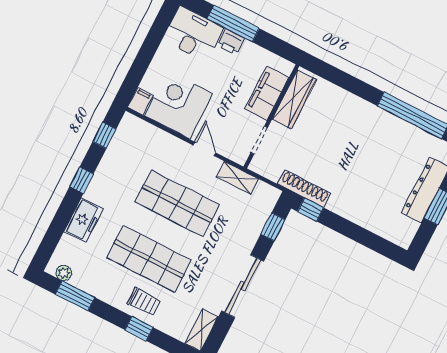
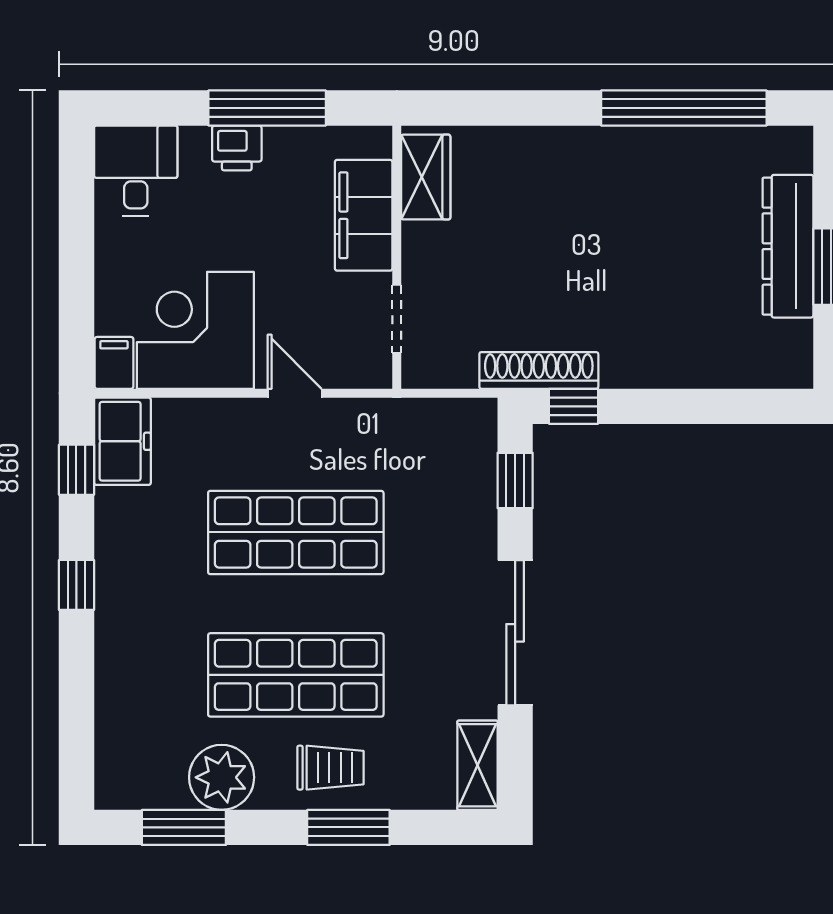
window: (233, 24) -> (267, 108), moved
desk: (193, 34) -> (136, 171), width x0.73
wardrobe: (294, 99) -> (426, 177), width x0.67
shelving: (238, 178) -> (392, 418), removed
freezer: (84, 220) -> (122, 441), moved
plant: (64, 273) -> (222, 777), moved, width x1.87, depth x1.87
window: (139, 329) -> (348, 827), width x1.50

